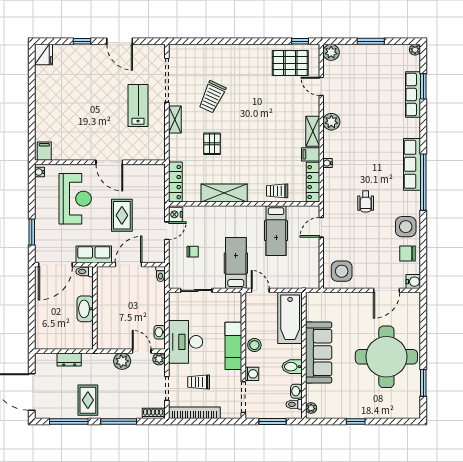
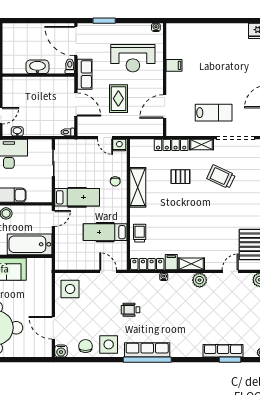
filing cabinet: (44, 151) -> (174, 65), moved
door: (109, 162) -> (165, 106), moved
row of seats: (412, 164) -> (147, 350), moved
locker: (175, 182) -> (171, 145), moved
rug: (122, 215) -> (118, 99), turned 90
chair: (193, 252) -> (115, 181), moved

